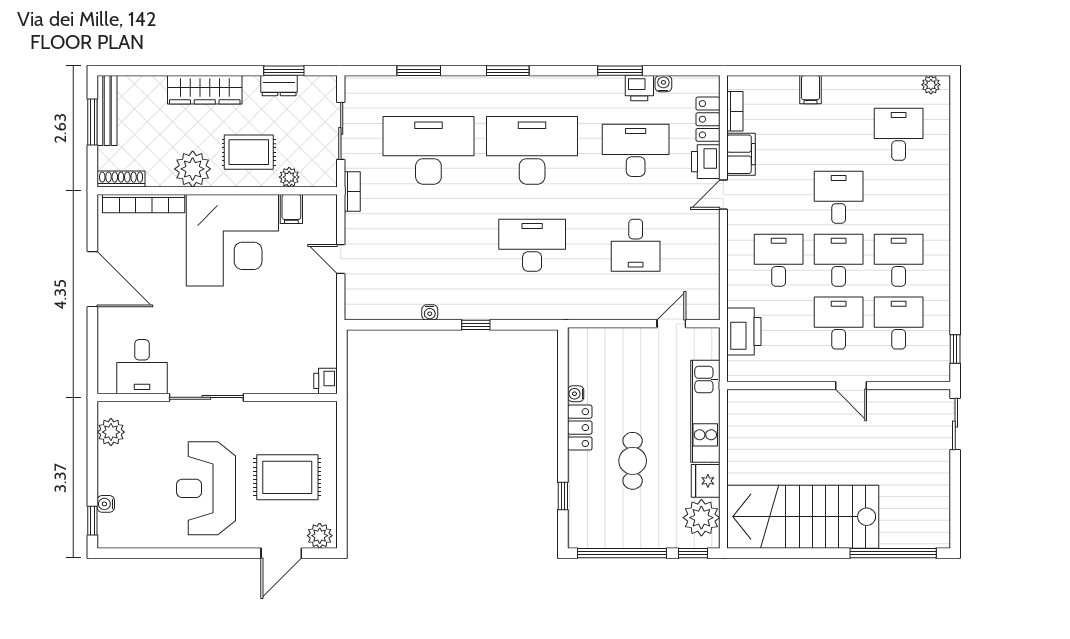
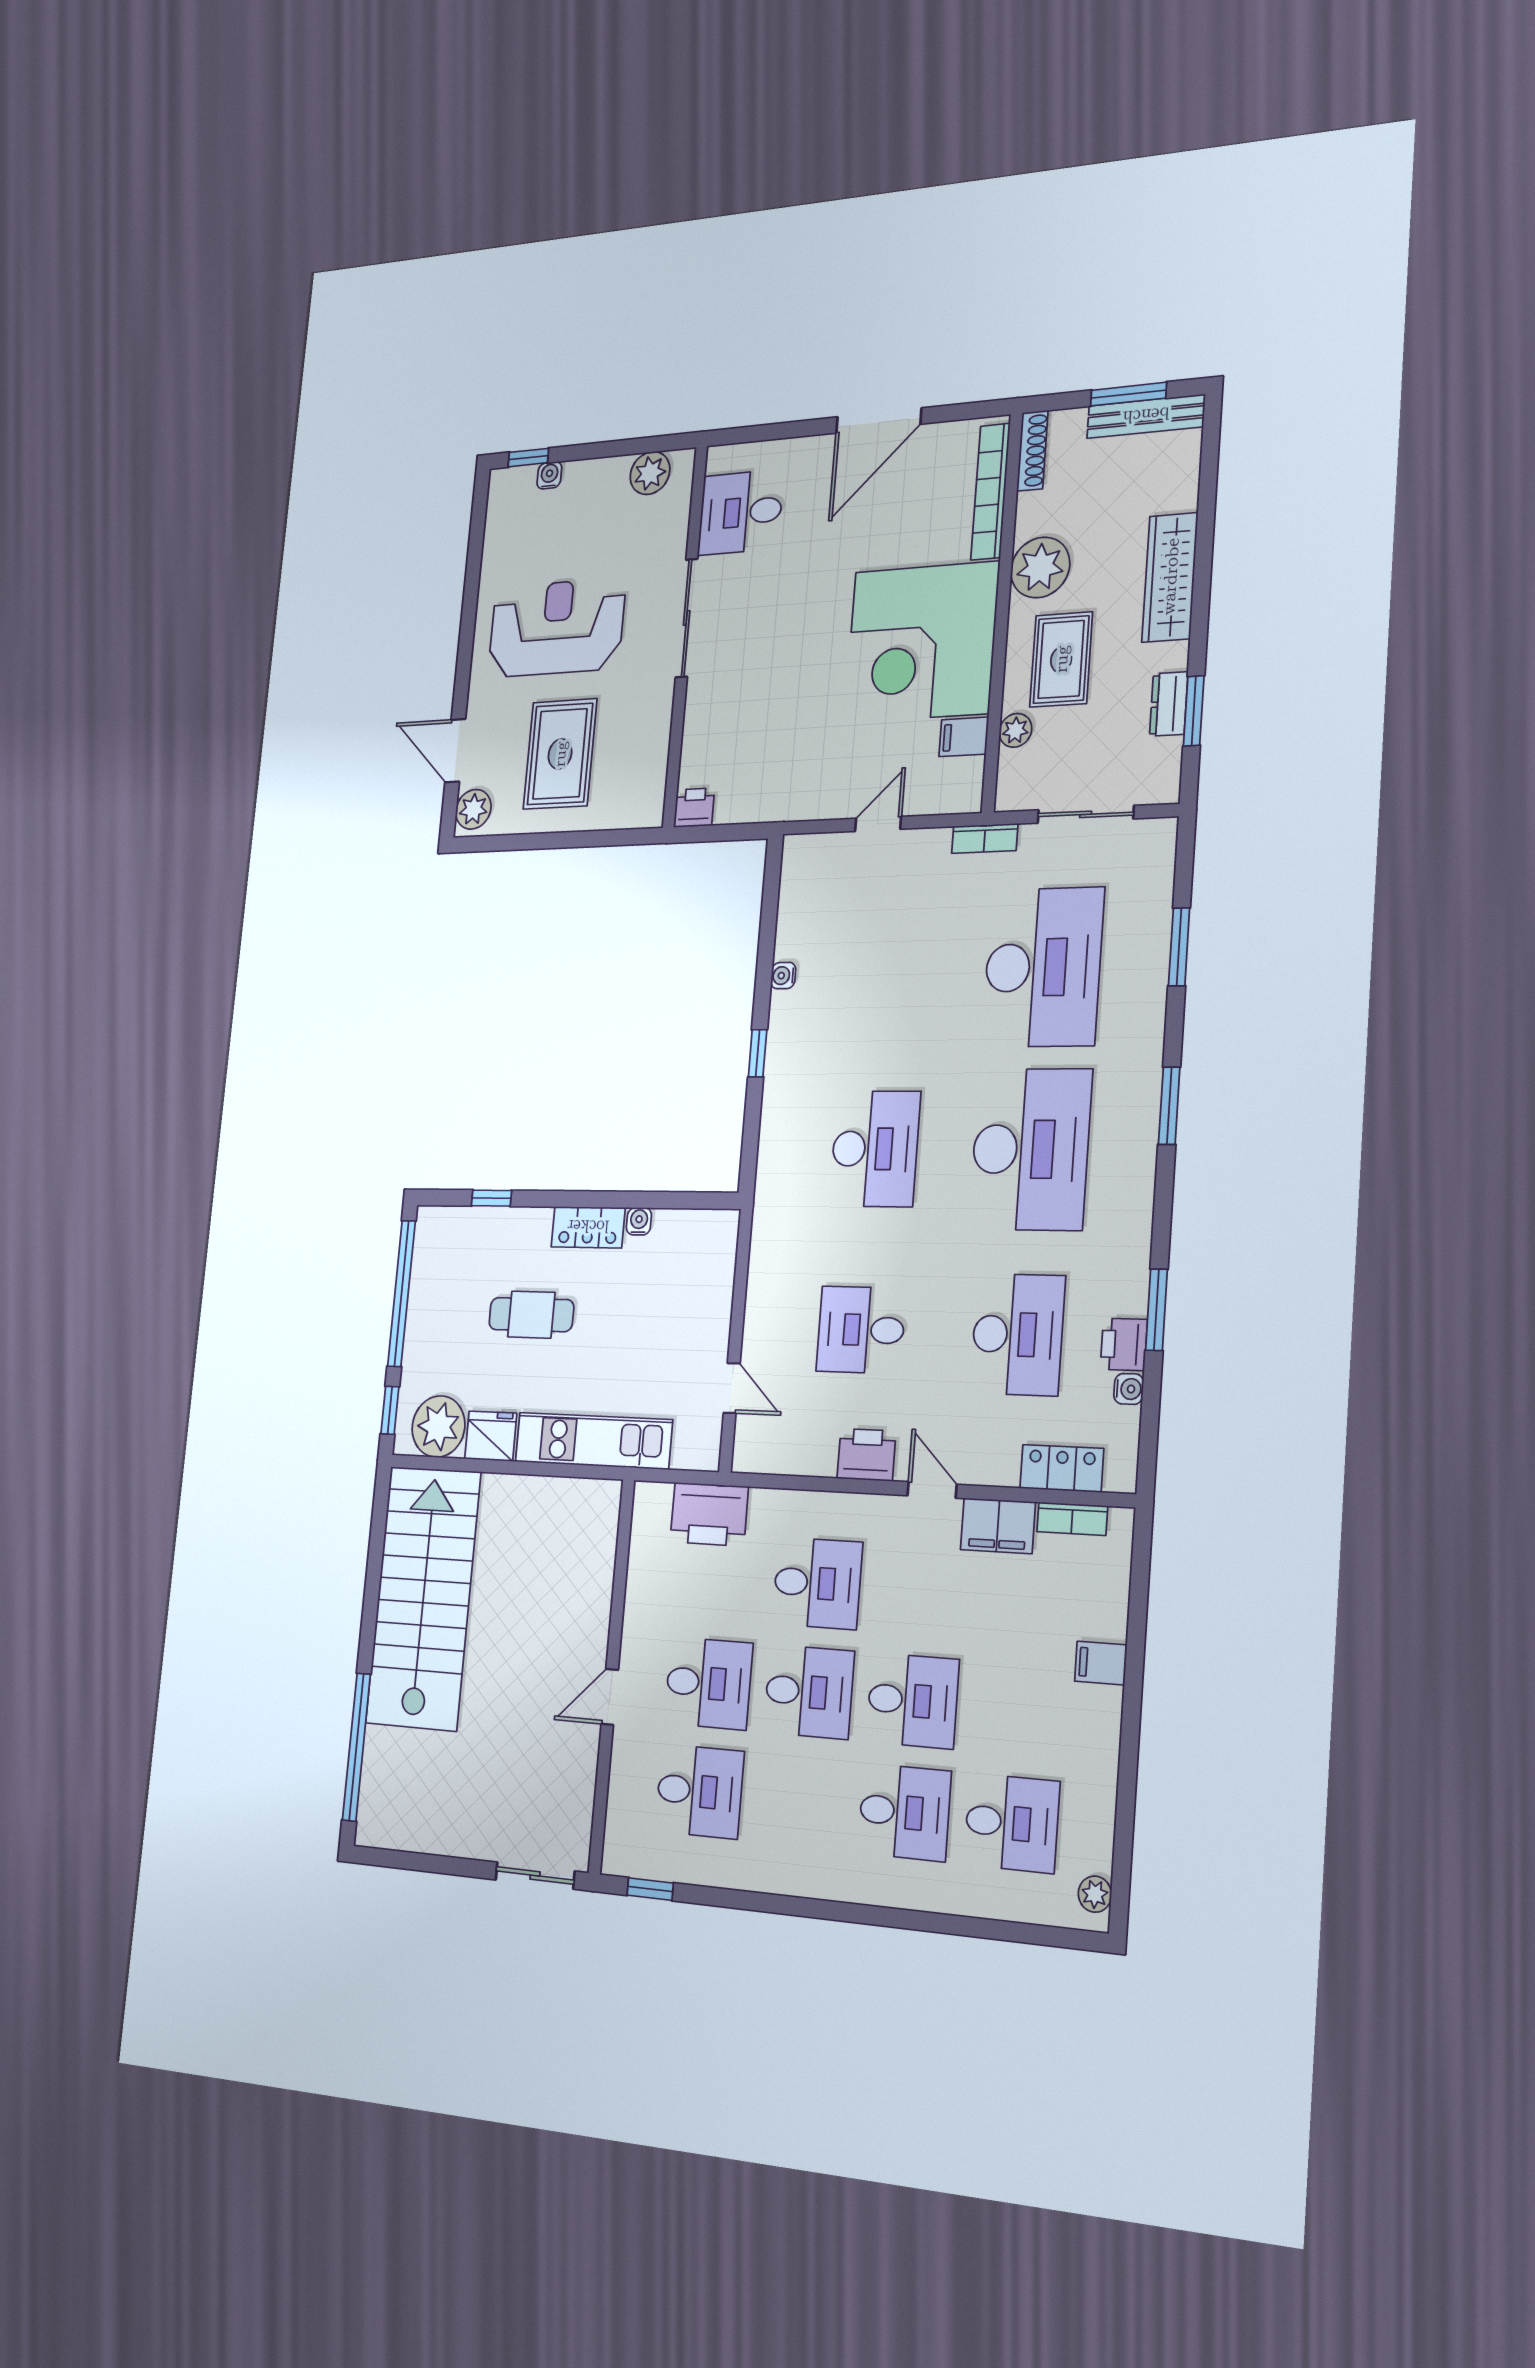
printer: (706, 162) -> (866, 1455), moved
desk: (899, 260) -> (904, 1812), moved

